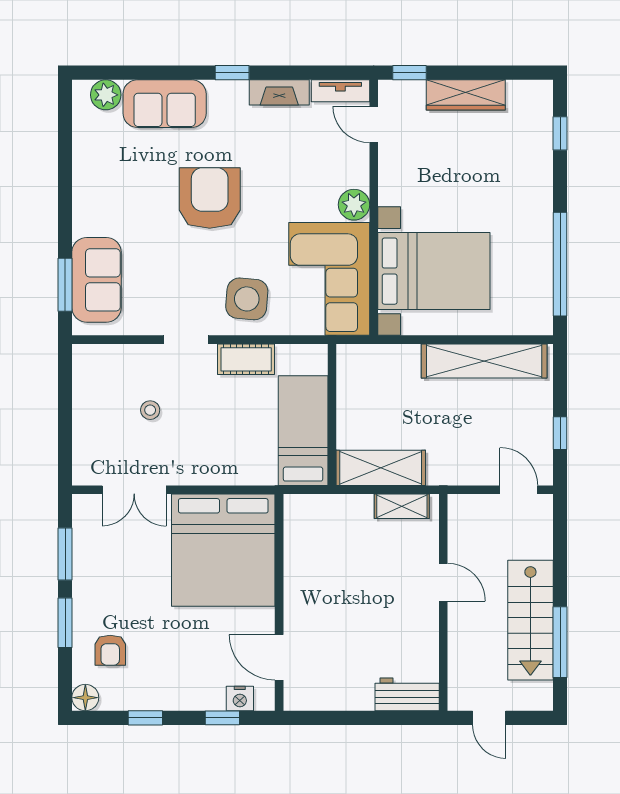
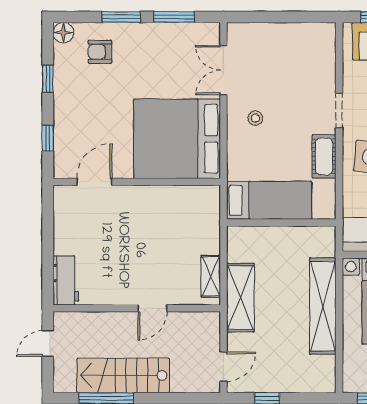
shelving: (484, 361) -> (323, 306), moved
stool: (150, 410) -> (255, 118), moved
shelving: (381, 468) -> (240, 298), moved
nightstand: (240, 699) -> (63, 152), removed

